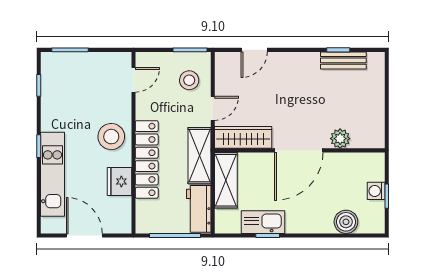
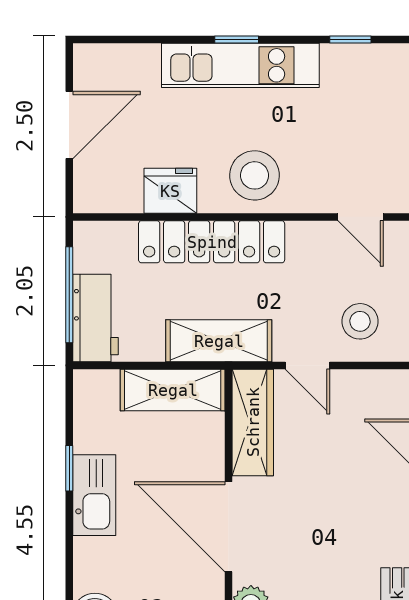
kitchen unit: (52, 174) -> (240, 65), moved
workbench: (199, 209) -> (96, 318), moved, turned 90
kitchen sink: (263, 222) -> (94, 495), moved

